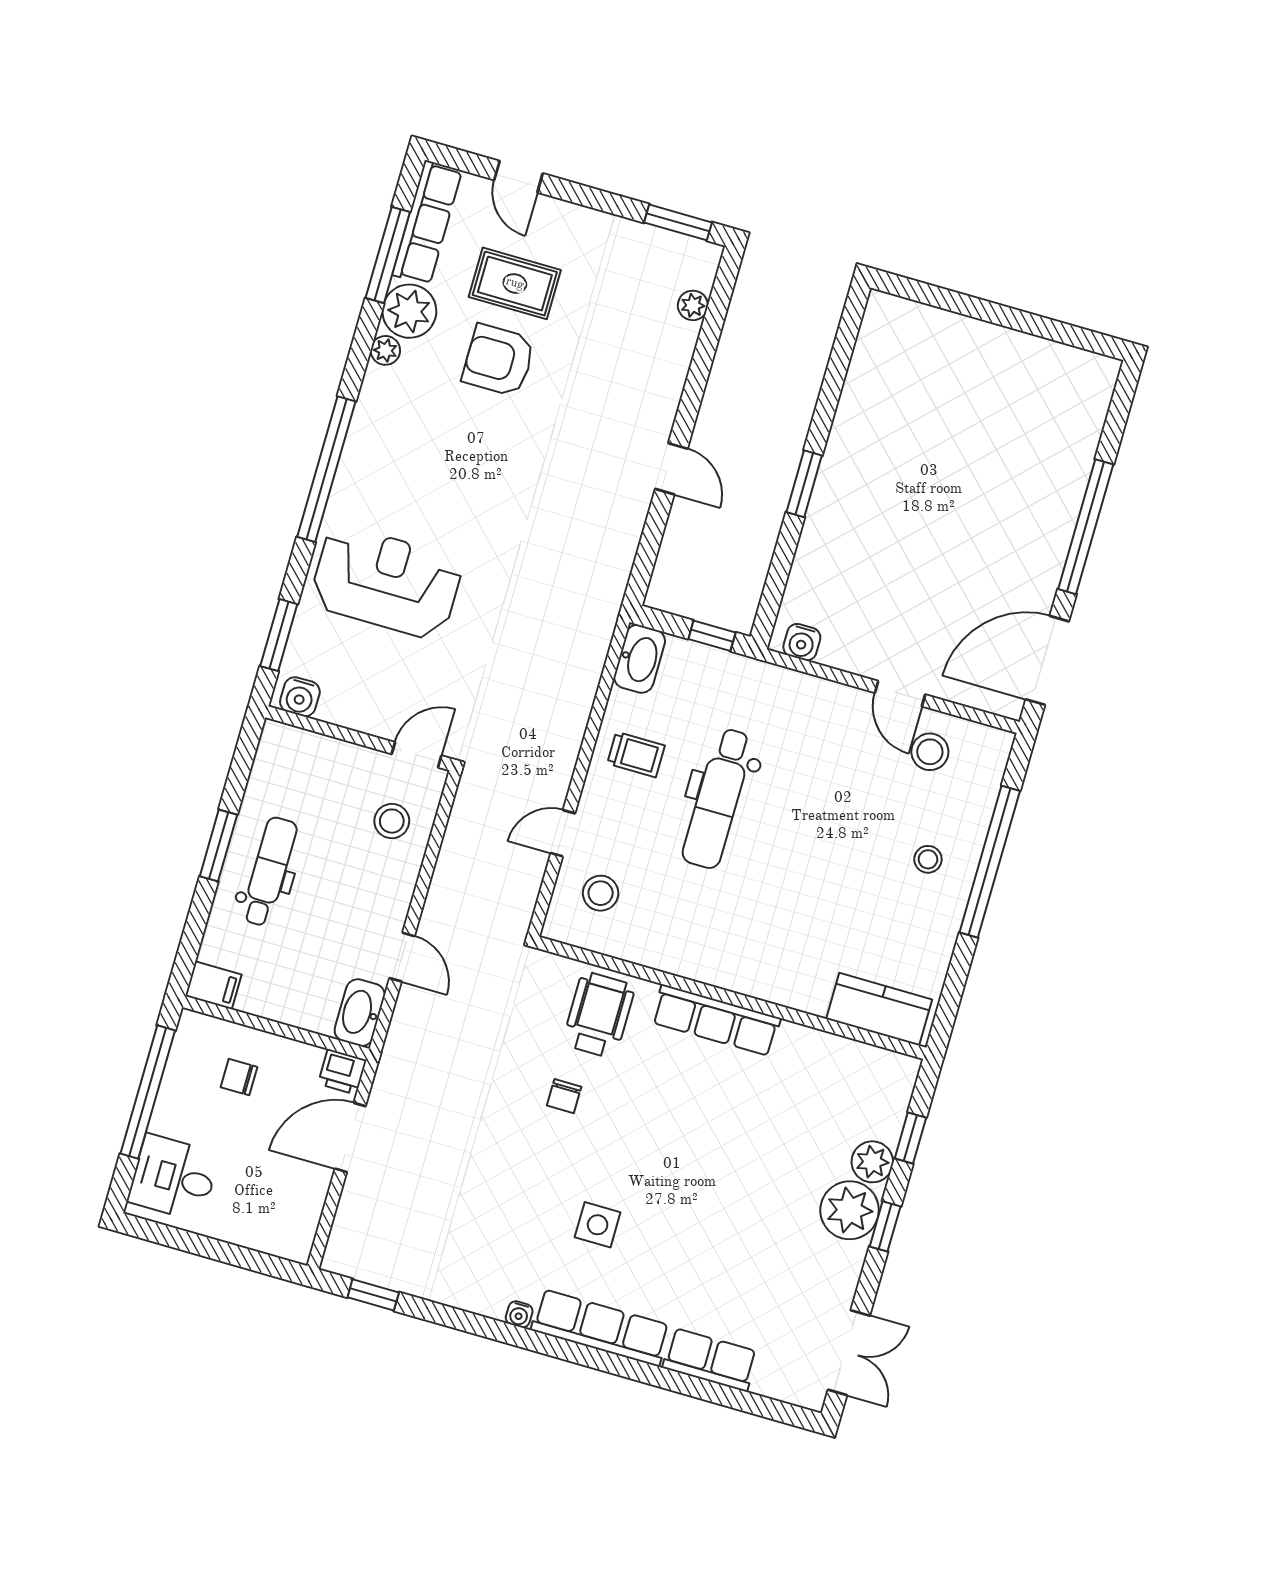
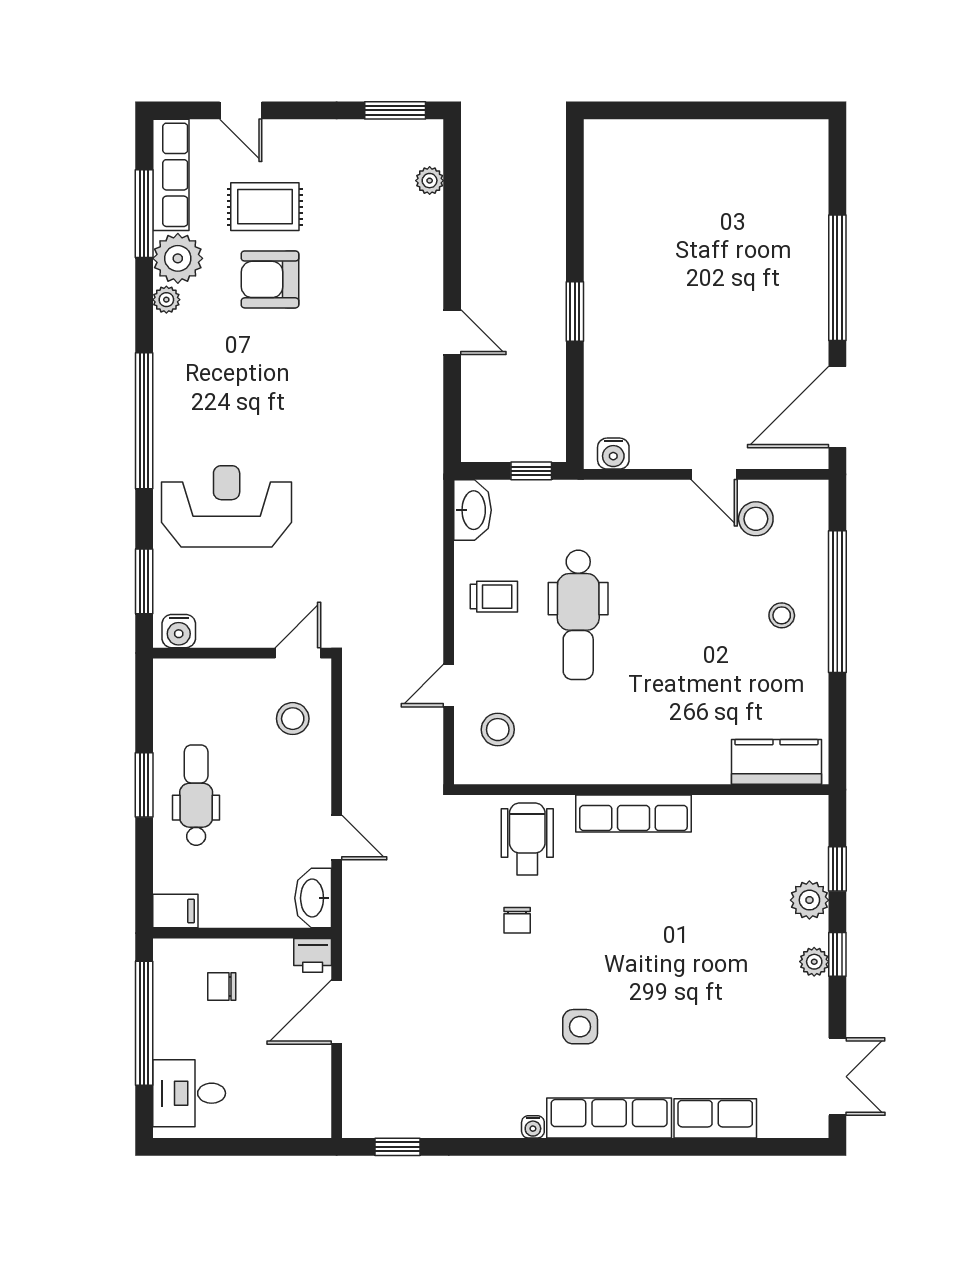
plant: (850, 1210) -> (814, 962), width x0.53, depth x0.53

